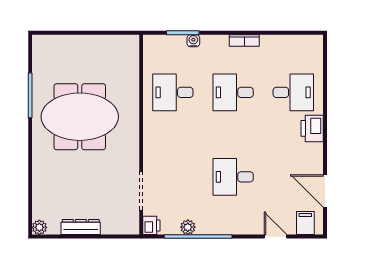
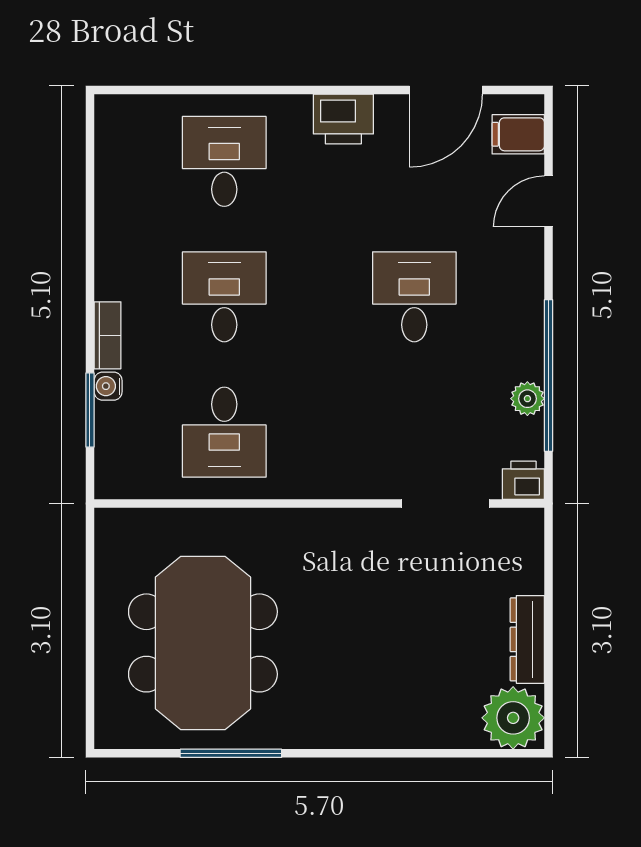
bookcase: (244, 40) -> (108, 335), moved
desk: (233, 92) -> (224, 297), turned 180
meeting table: (80, 117) -> (203, 643), moved
printer: (312, 128) -> (343, 119), moved
desk: (233, 177) -> (414, 297), turned 180
plant: (39, 227) -> (513, 718), width x1.87, depth x1.87

